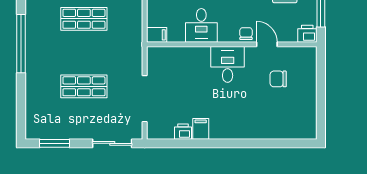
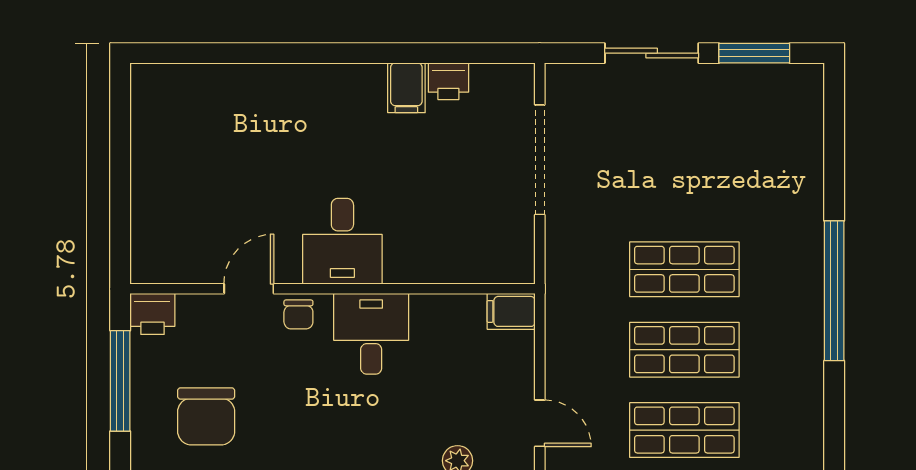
desk: (201, 25) -> (371, 334), moved
door: (267, 44) -> (249, 289), swing flipped
chair: (278, 79) -> (222, 207), removed
shop shelf: (84, 86) -> (684, 269), moved
sliding door: (112, 143) -> (652, 53), moved

